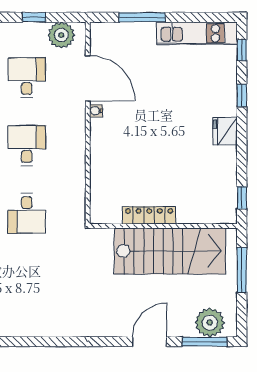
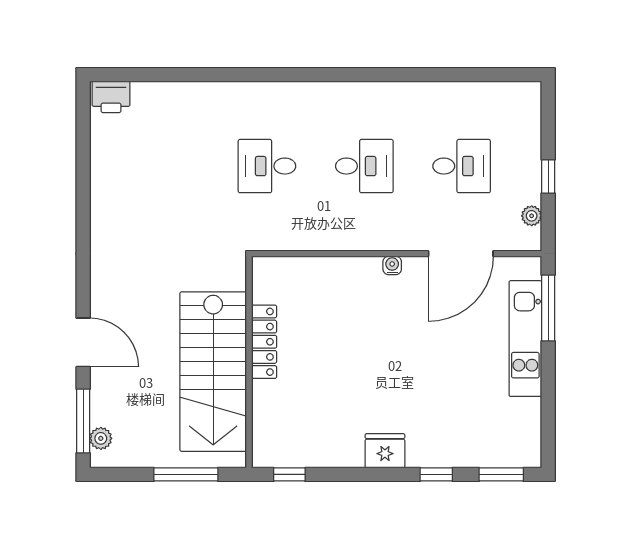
window: (142, 17) -> (548, 308), moved
kitchen unit: (197, 33) -> (525, 339), moved
plant: (61, 35) -> (532, 216), width x0.53, depth x0.53
window: (242, 50) -> (501, 474), width x1.50
water cooler: (96, 111) -> (392, 265), moved
plant: (210, 323) -> (101, 438), width x0.53, depth x0.53

